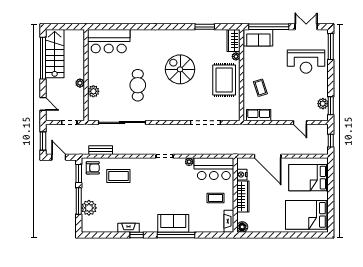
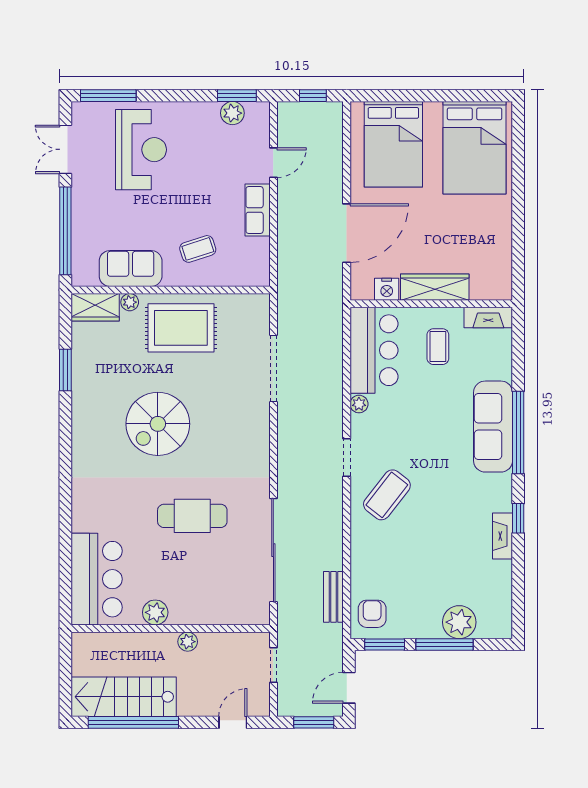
sofa: (258, 38) -> (131, 268), moved, turned -90
plant: (93, 91) -> (155, 612), moved
row of seats: (259, 115) -> (258, 210), moved
coffee table: (118, 176) -> (387, 495), moved, turned 38
sofa: (173, 223) -> (493, 427), width x1.36
floor lamp: (242, 227) -> (501, 289), removed

